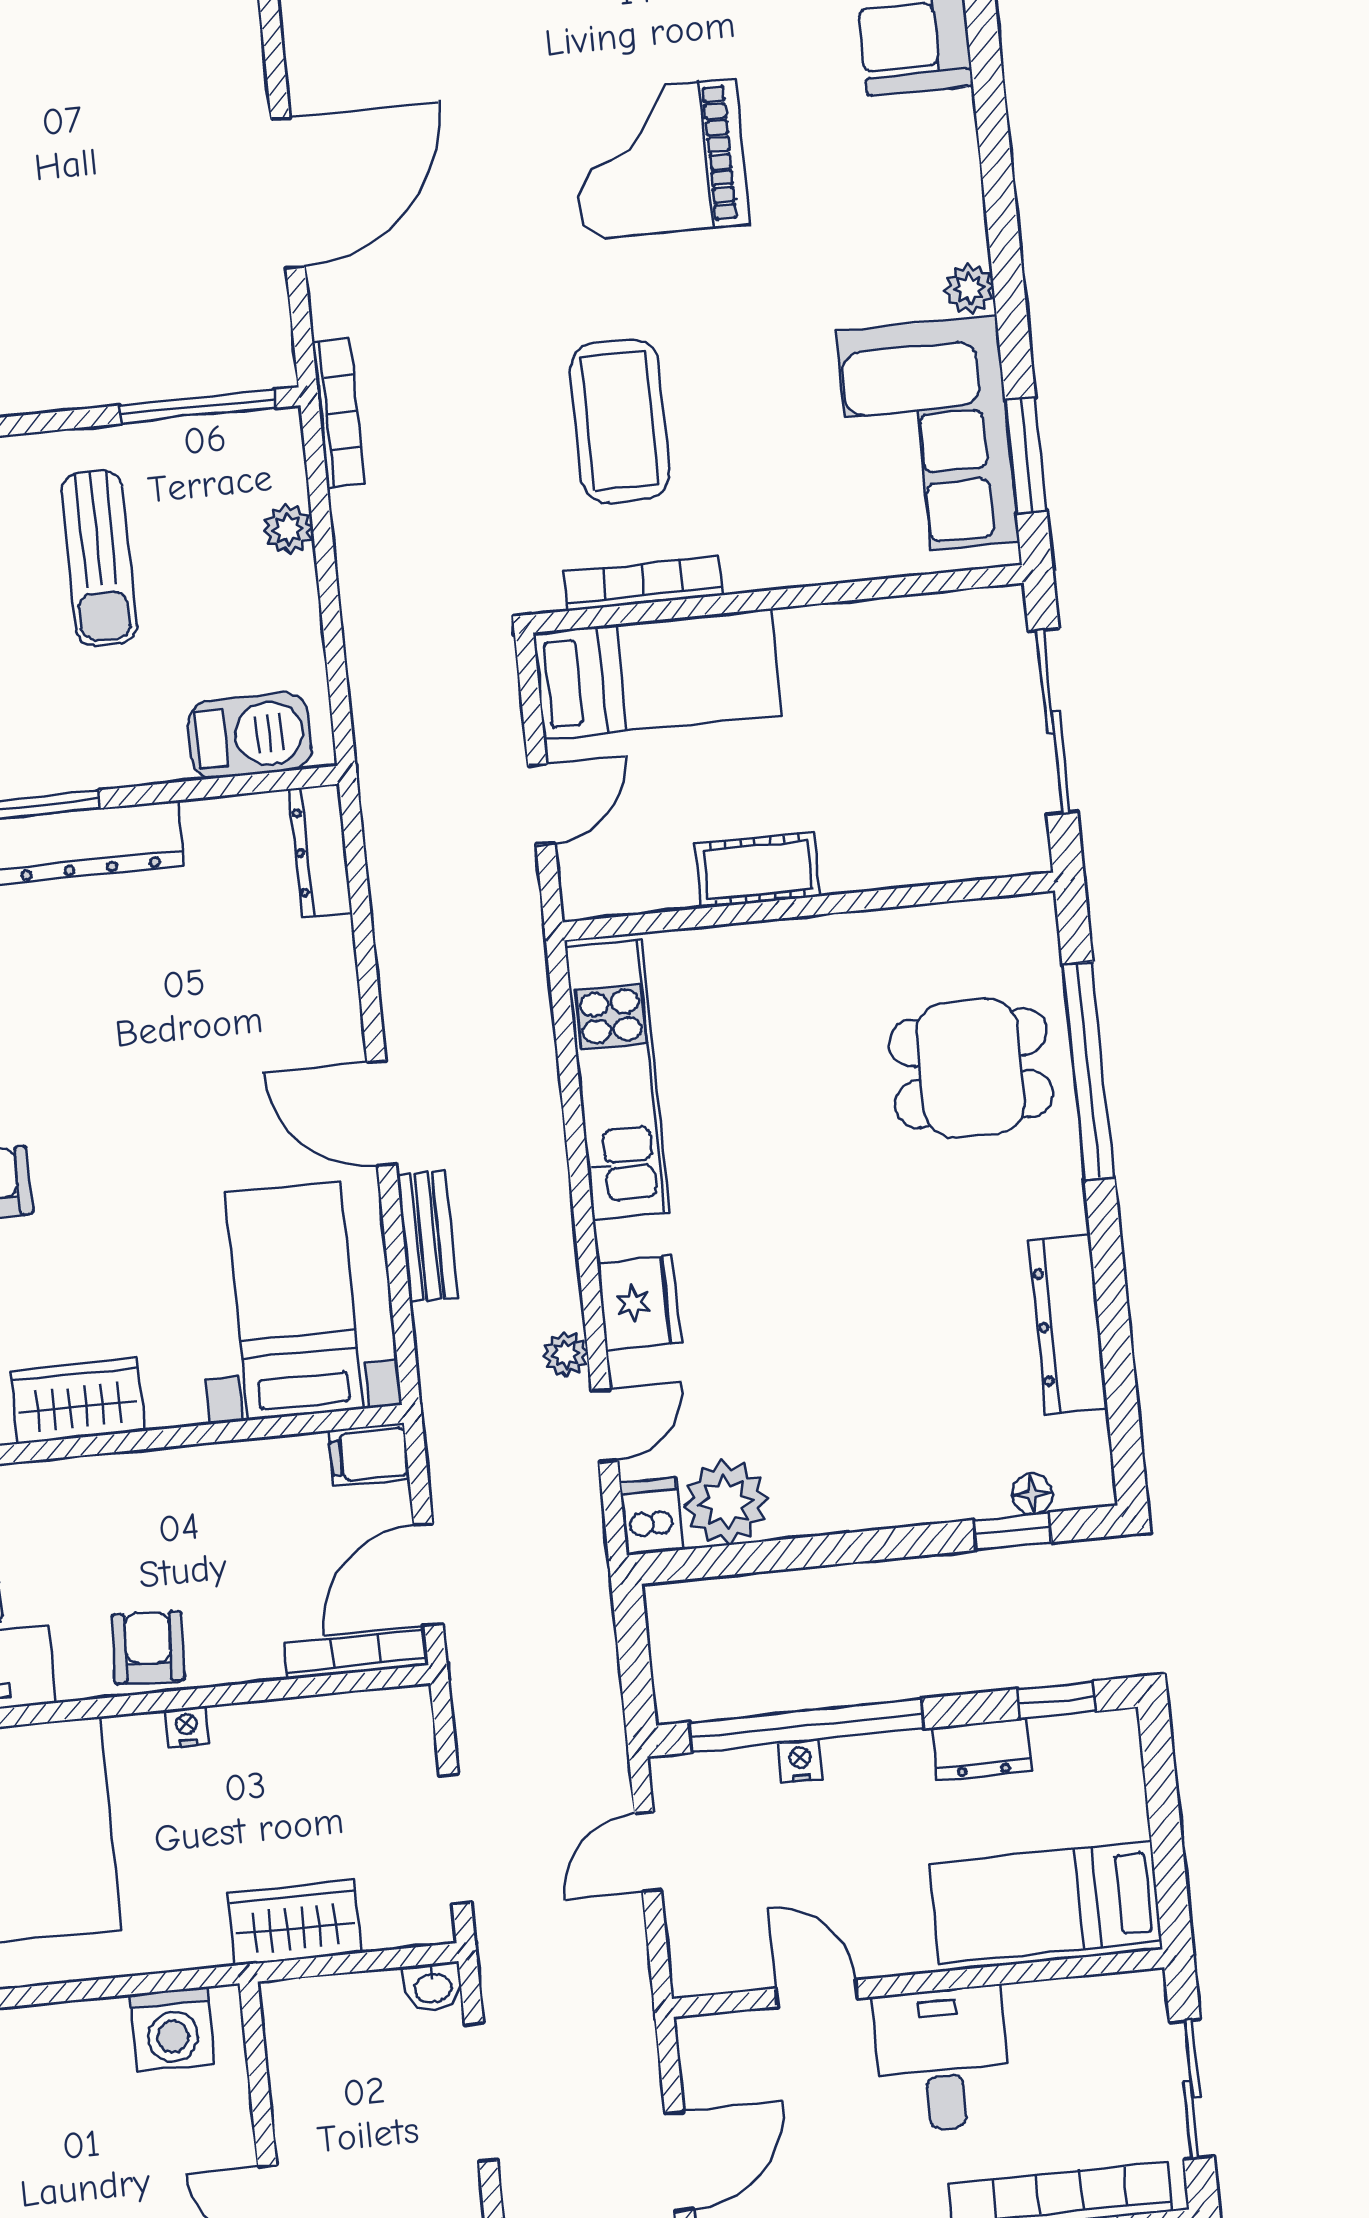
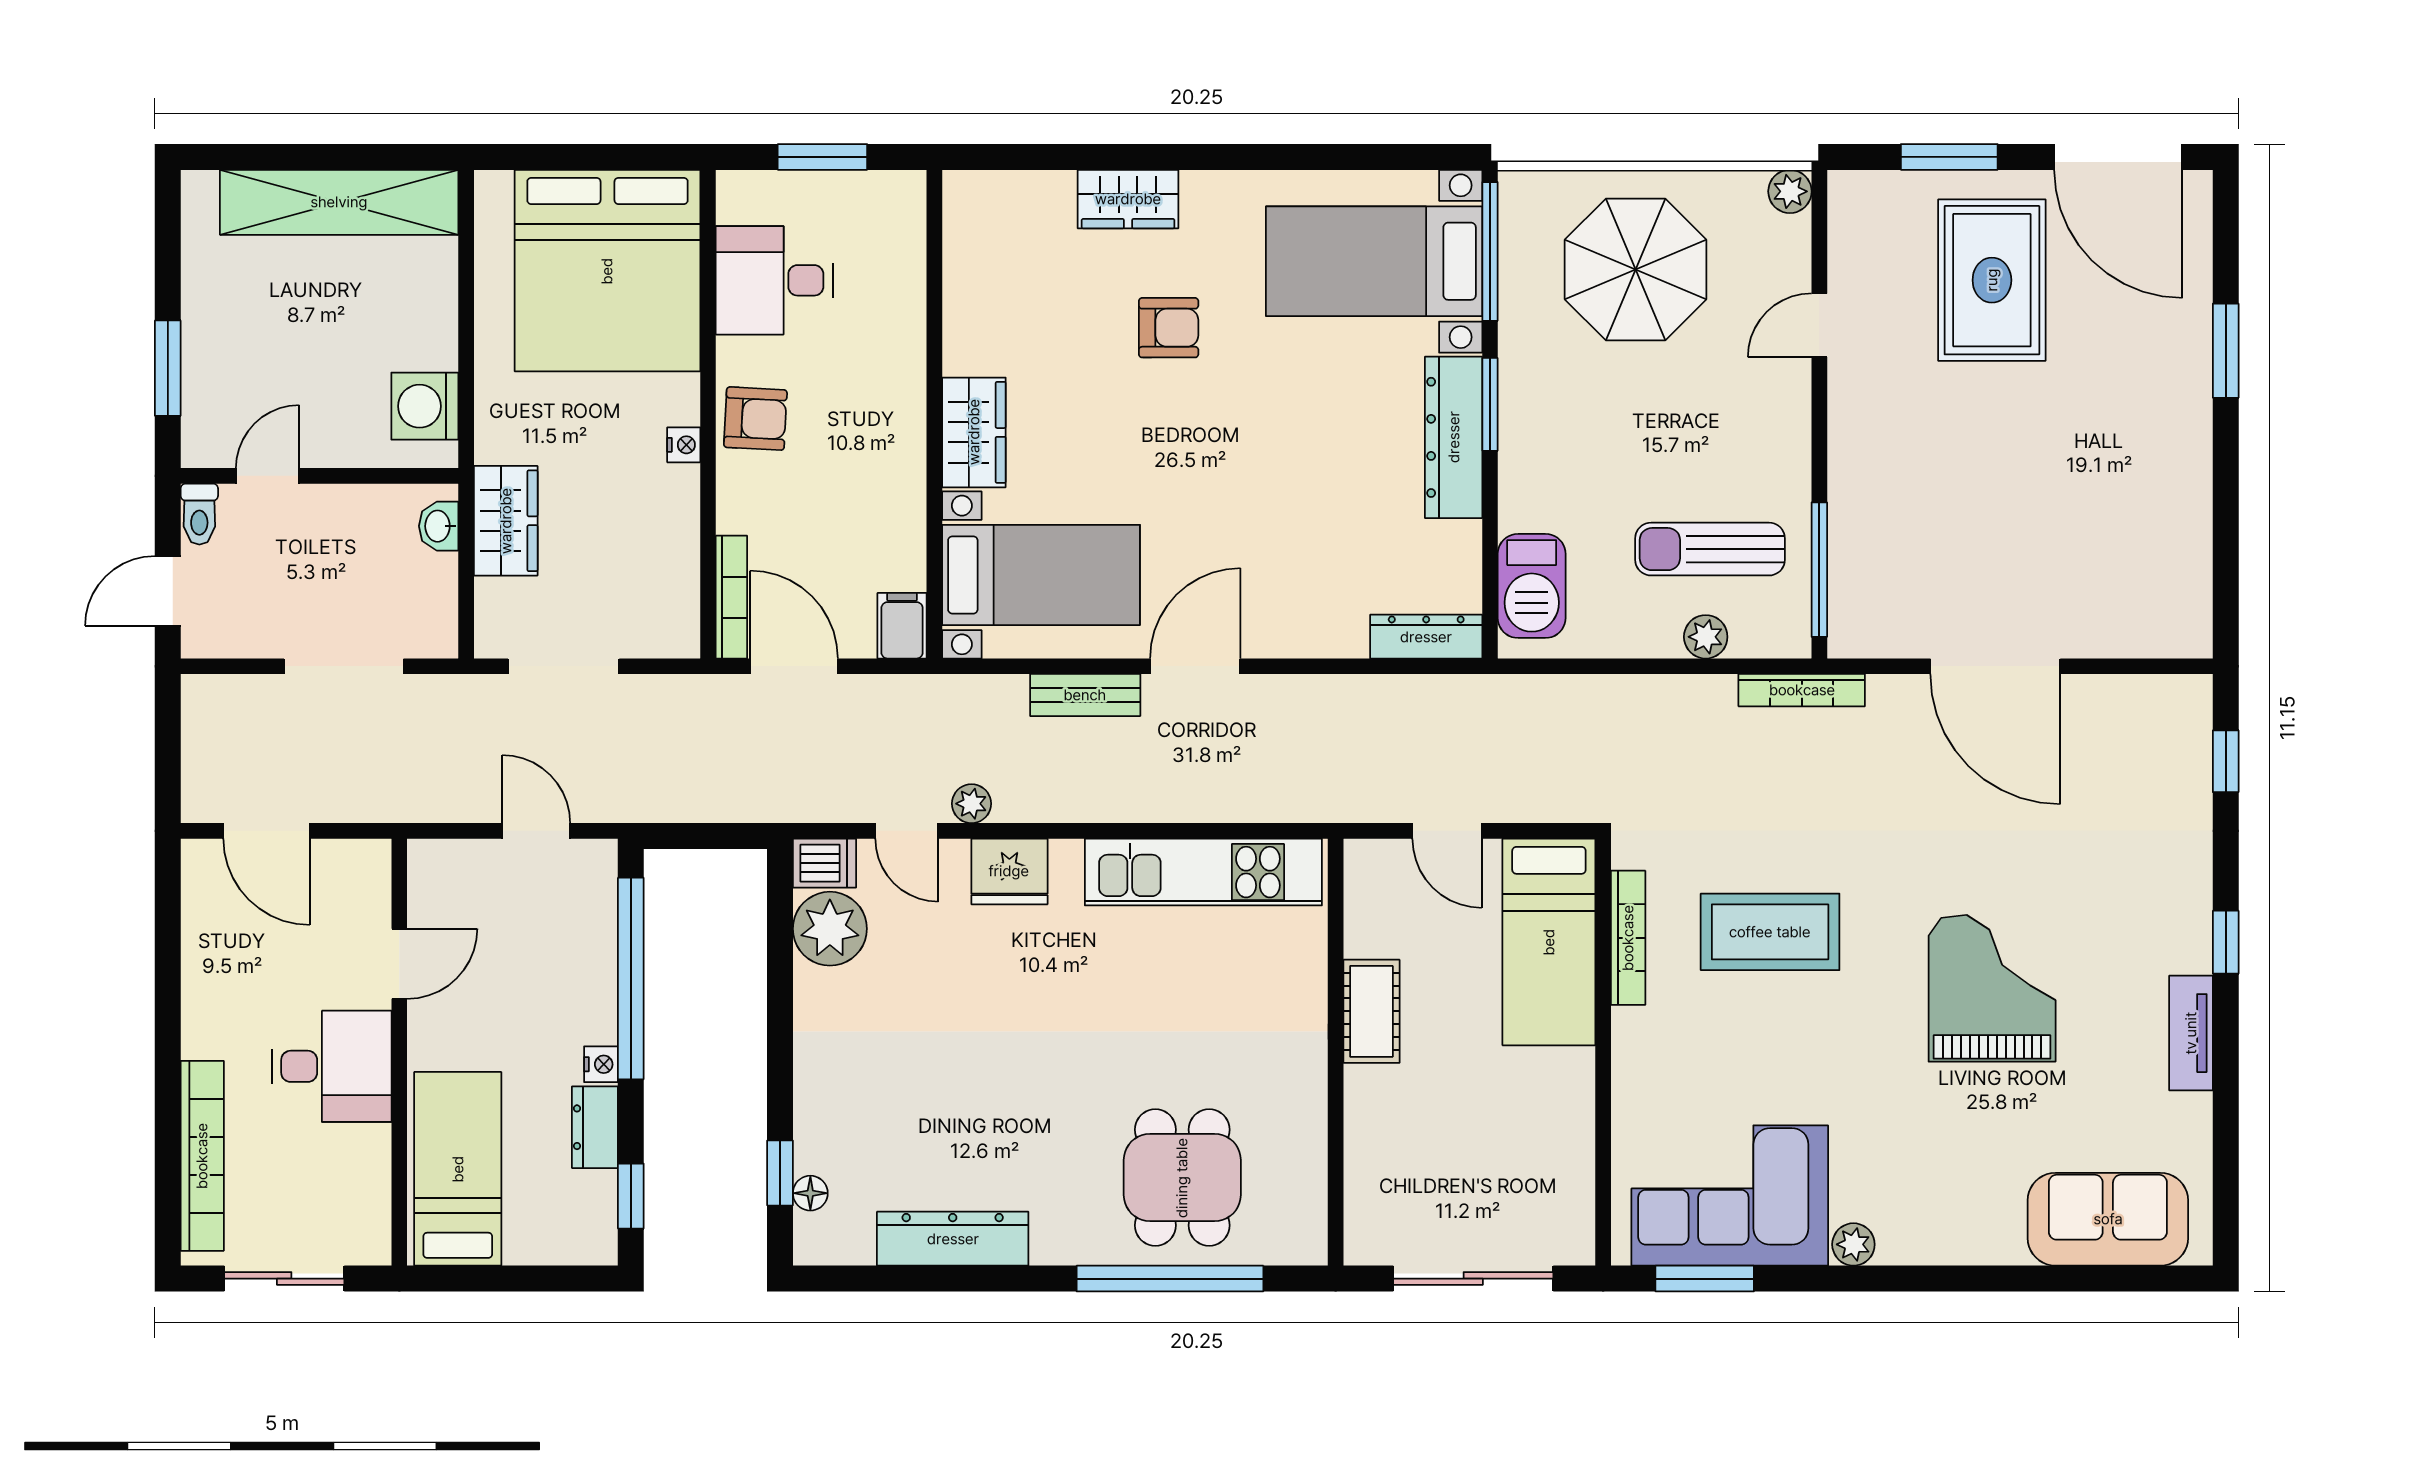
sun lounger: (99, 558) -> (1710, 549), moved
wardrobe: (78, 1401) -> (974, 432), moved
nightstand: (800, 1761) -> (601, 1064), moved
washbasin: (433, 1987) -> (439, 526), moved

